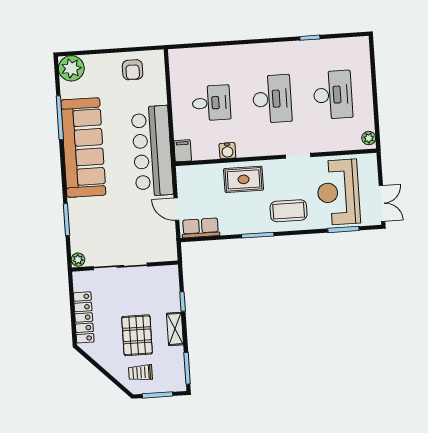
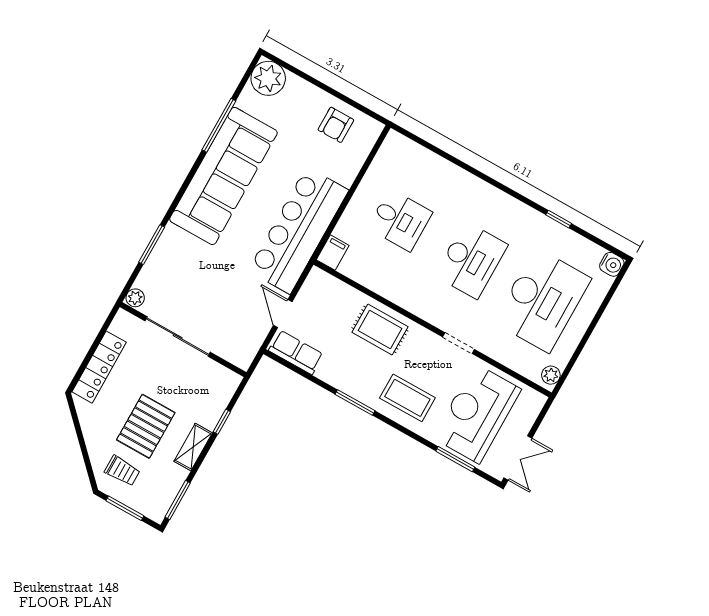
desk: (333, 95) -> (542, 300), width x1.36, depth x1.30
water cooler: (227, 151) -> (612, 264), moved, turned -90
trolley: (141, 373) -> (122, 471), turned 180

